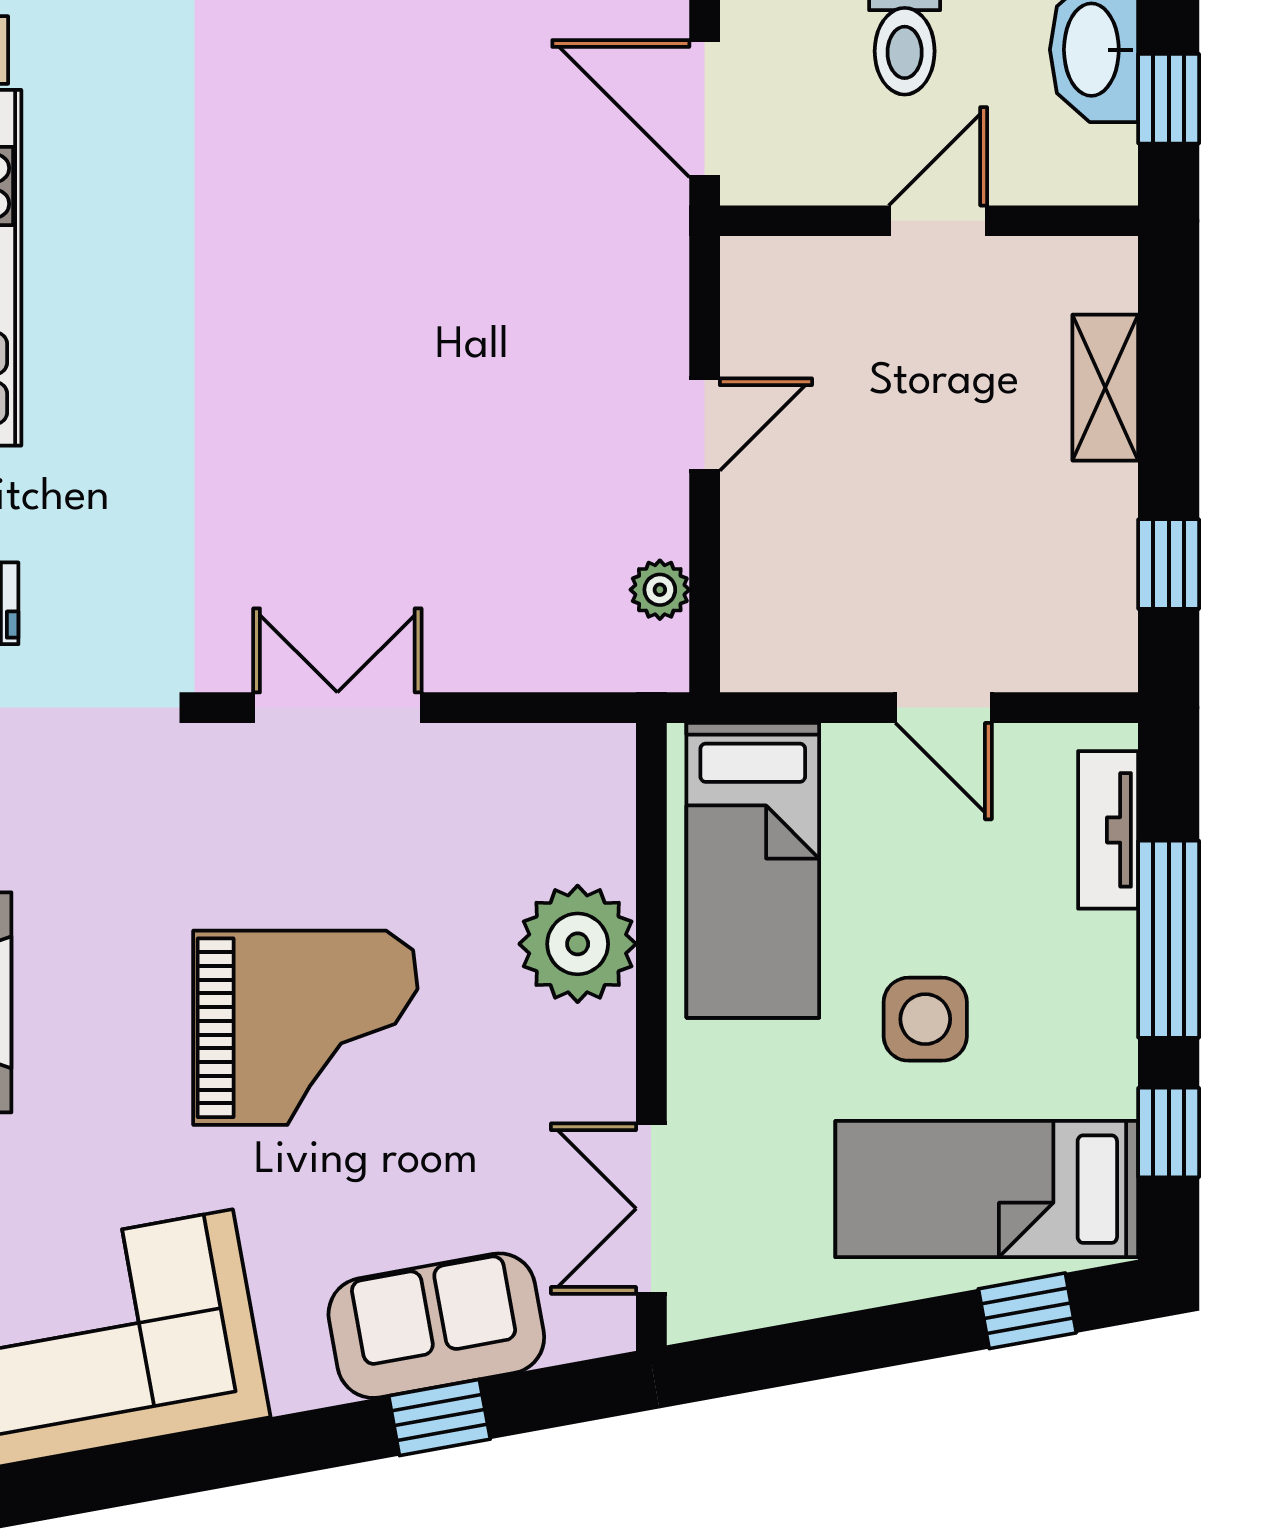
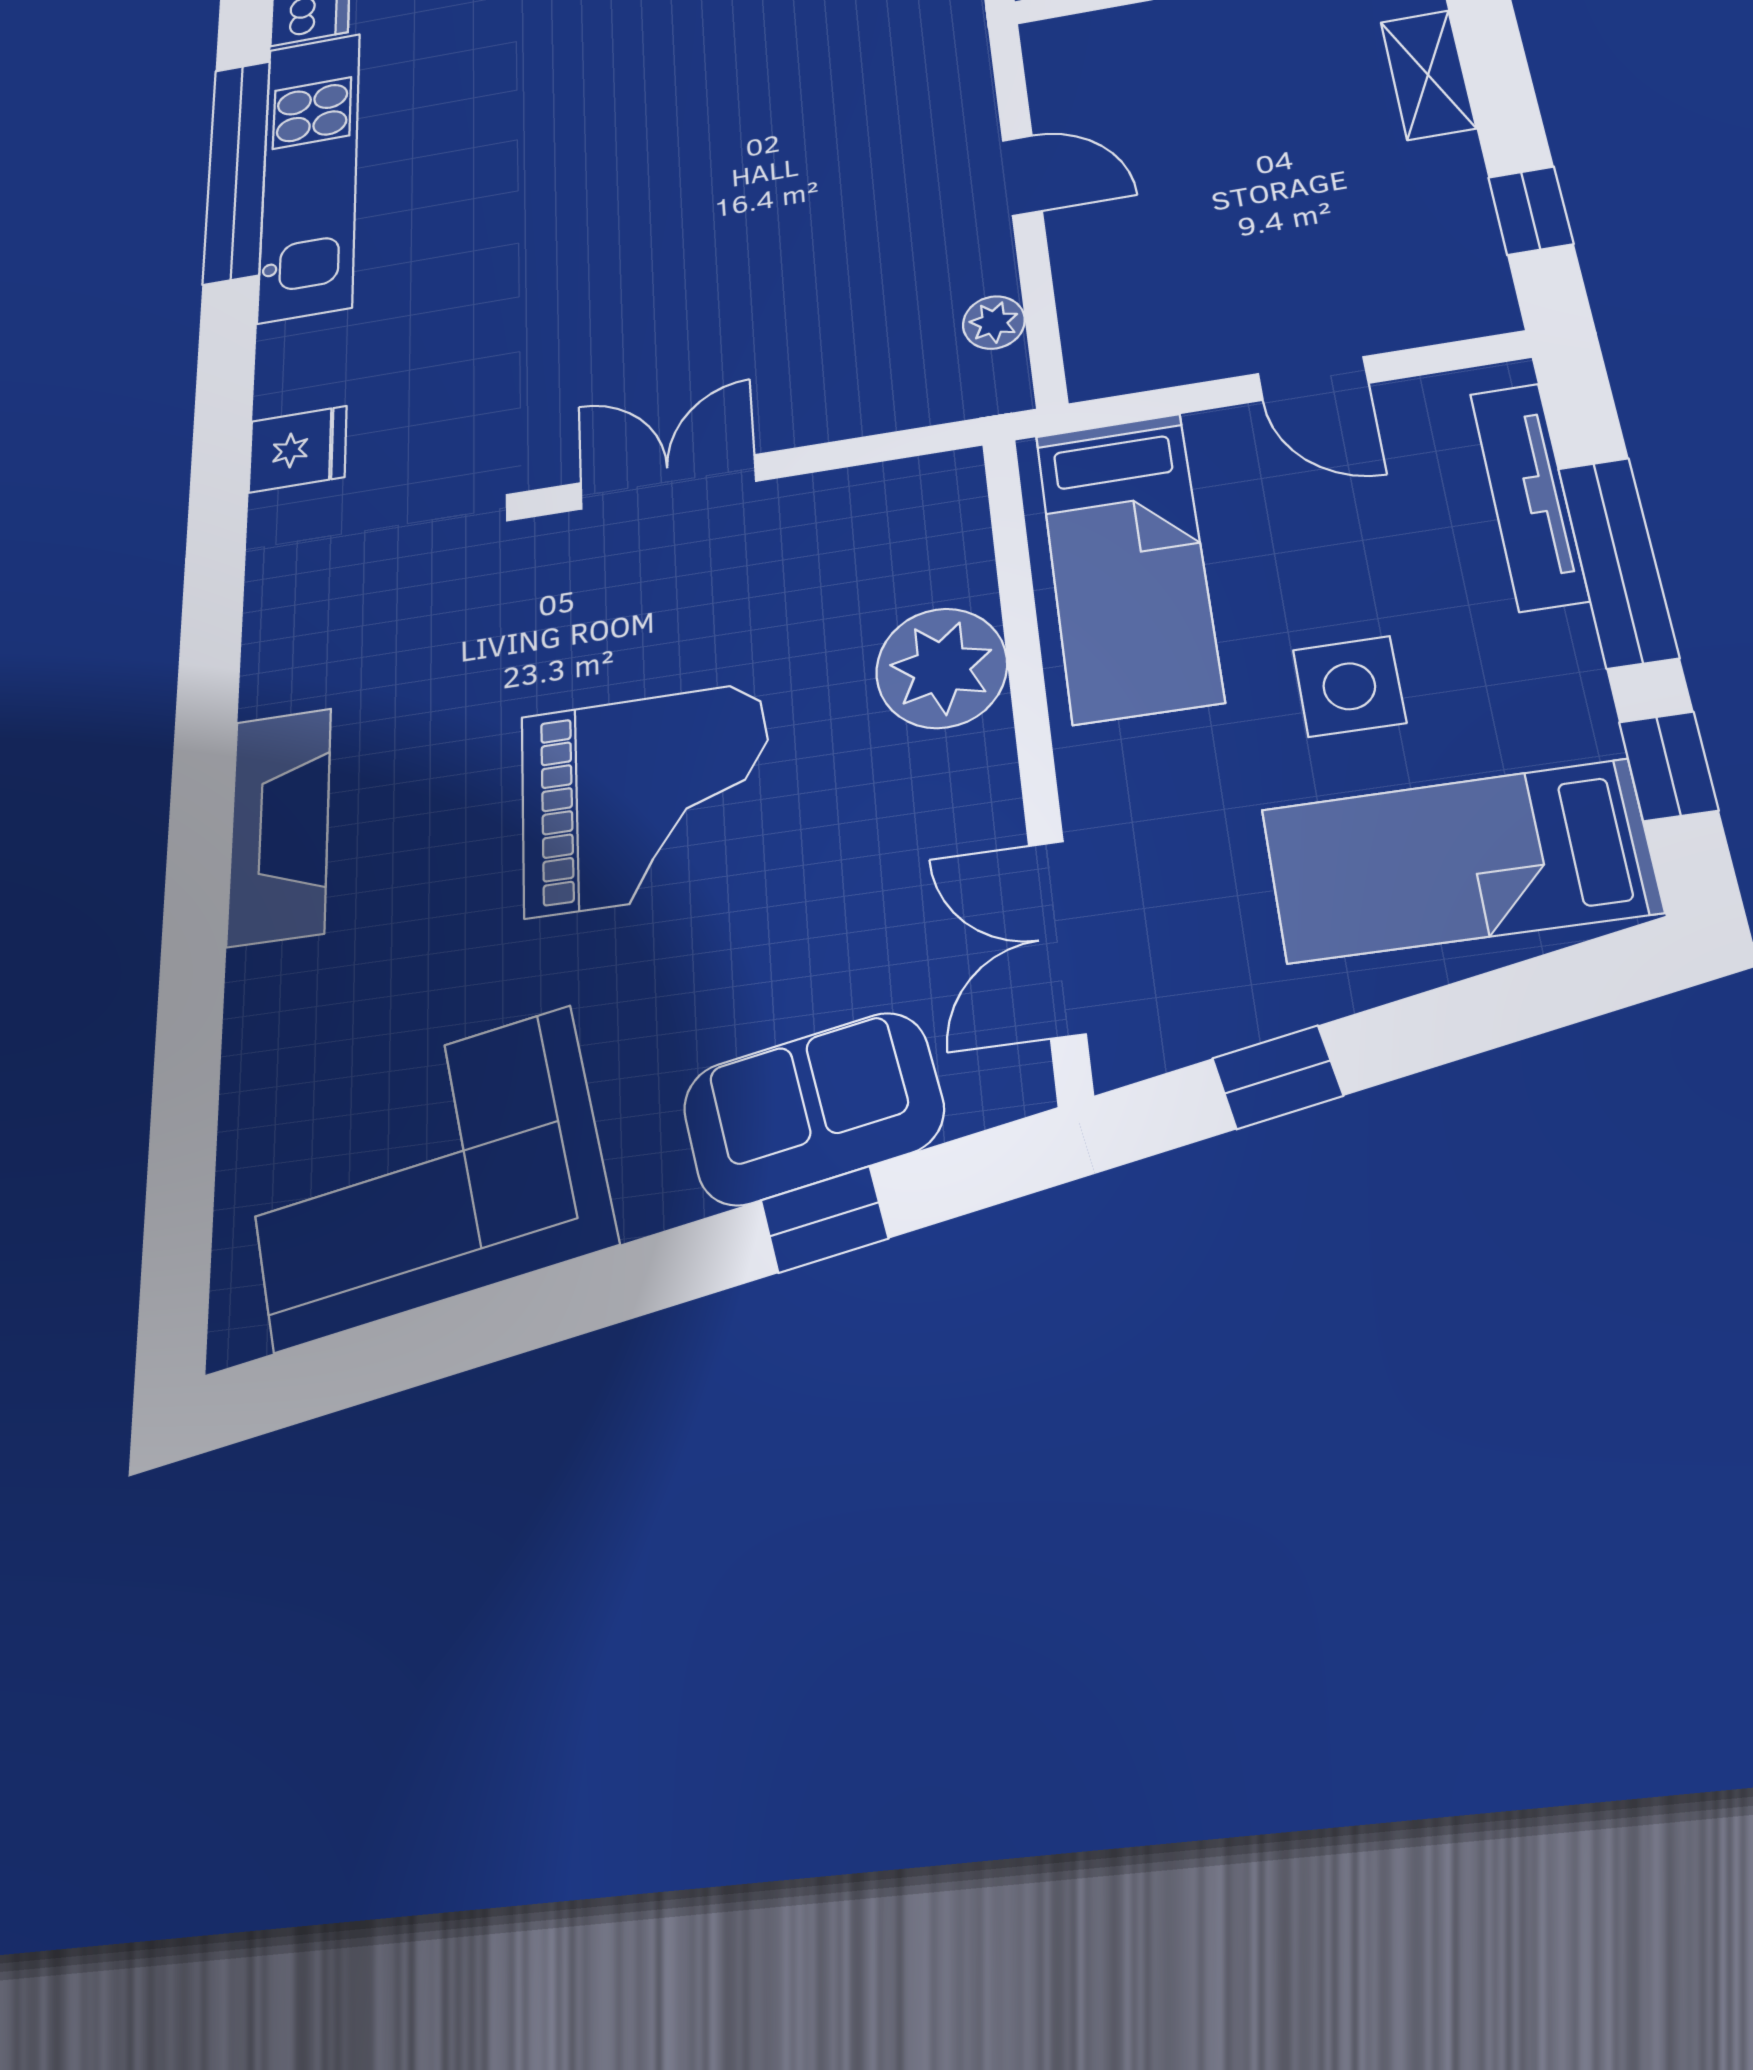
door: (705, 425) -> (1022, 175), hinge flipped
tv unit: (1108, 830) -> (1529, 496), width x1.41
window: (1027, 1311) -> (1277, 1077), moved

